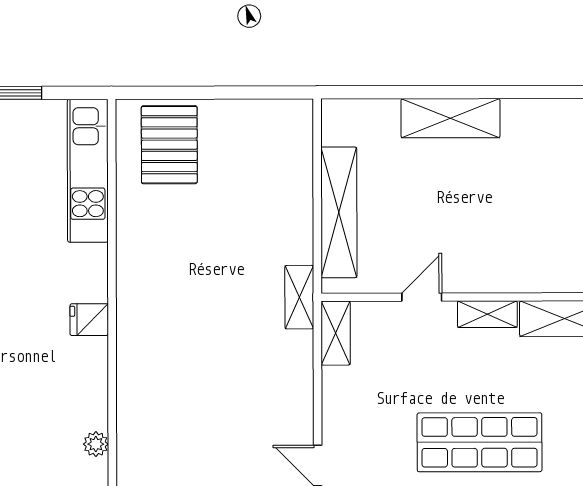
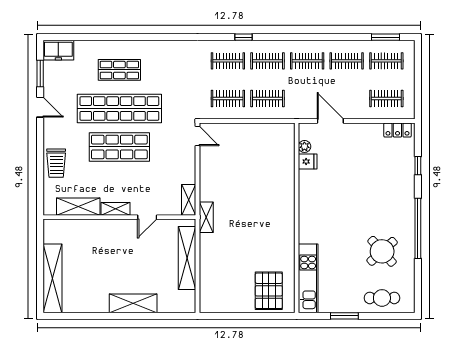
fridge: (89, 320) -> (308, 161), moved

